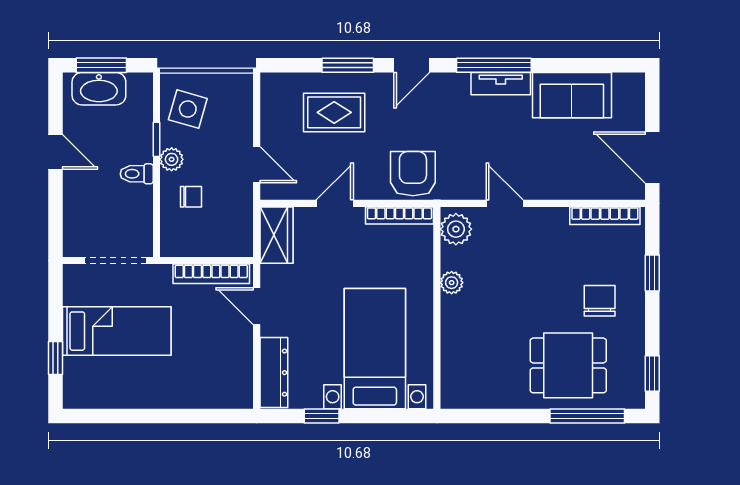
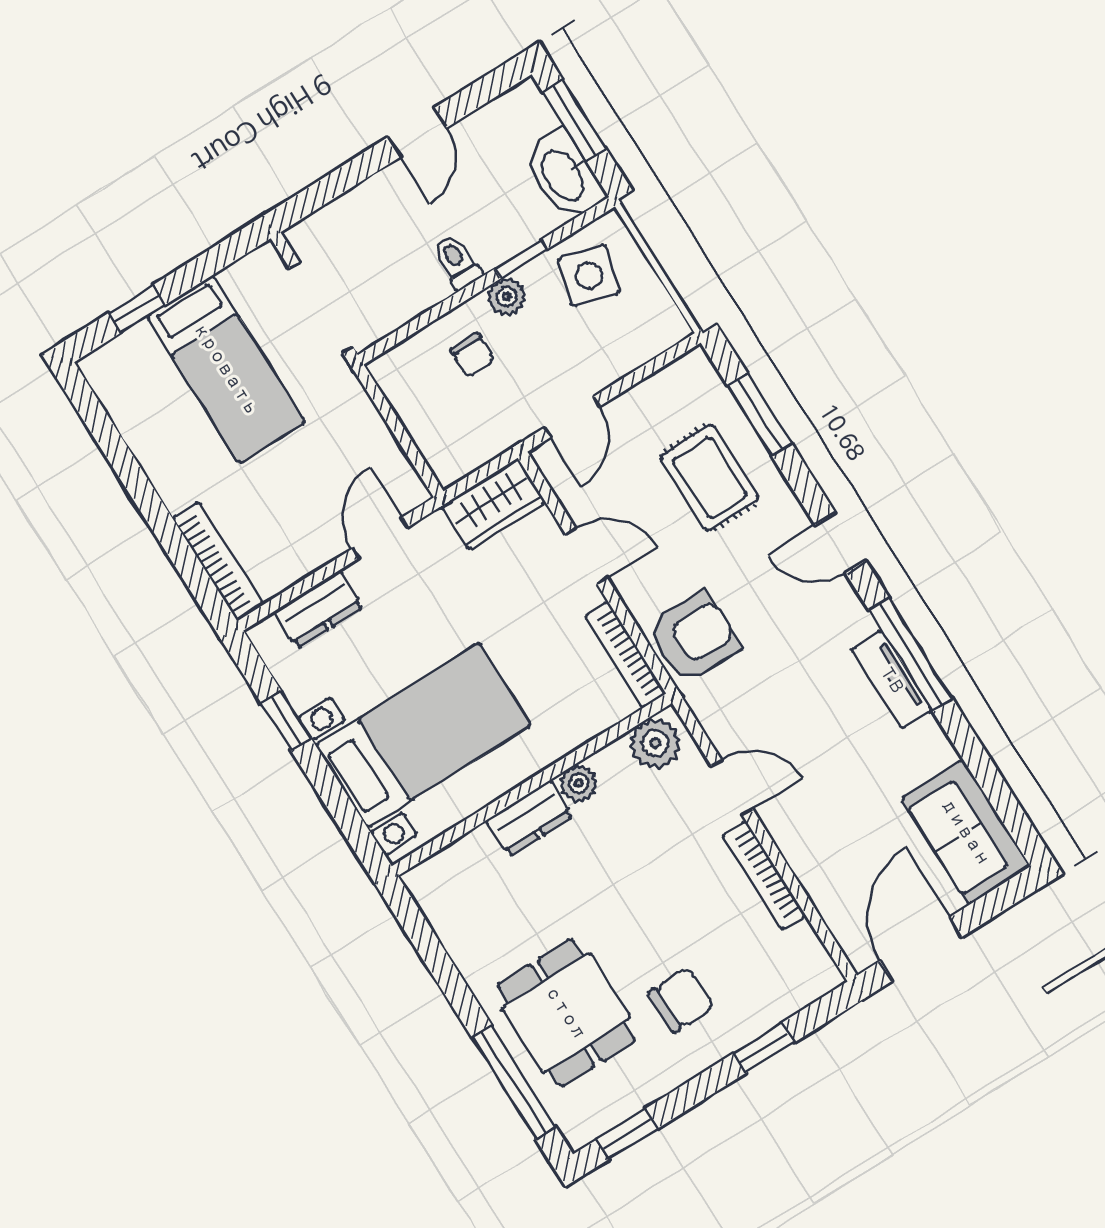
window: (348, 65) -> (760, 415), moved
washbasin: (99, 89) -> (564, 175), moved
sofa: (572, 95) -> (966, 832), moved
door: (505, 203) -> (732, 788), hinge flipped
bookcase: (605, 216) -> (764, 875), moved
bookcase: (211, 274) -> (218, 561), moved, turned 180
dresser: (454, 320) -> (529, 818), added
dresser: (274, 373) -> (319, 609), width x0.70

